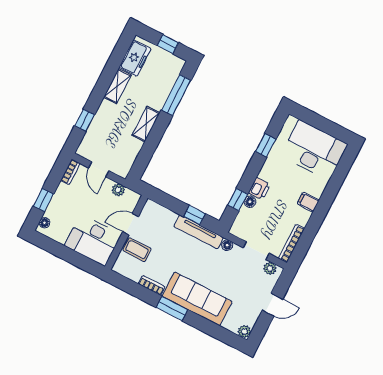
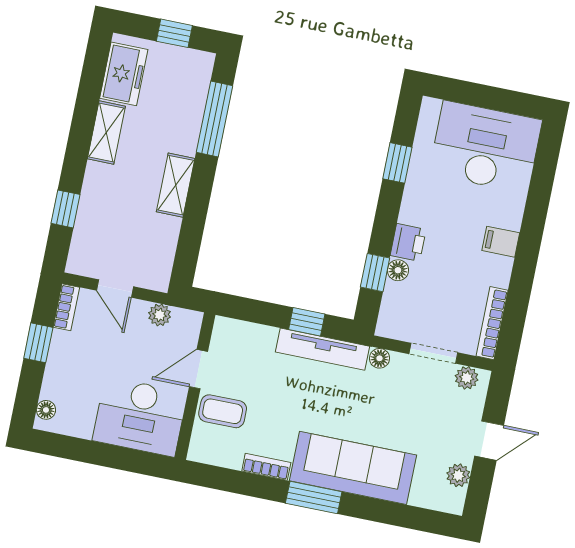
window: (43, 200) -> (38, 343), moved
plant: (244, 332) -> (458, 475), moved

